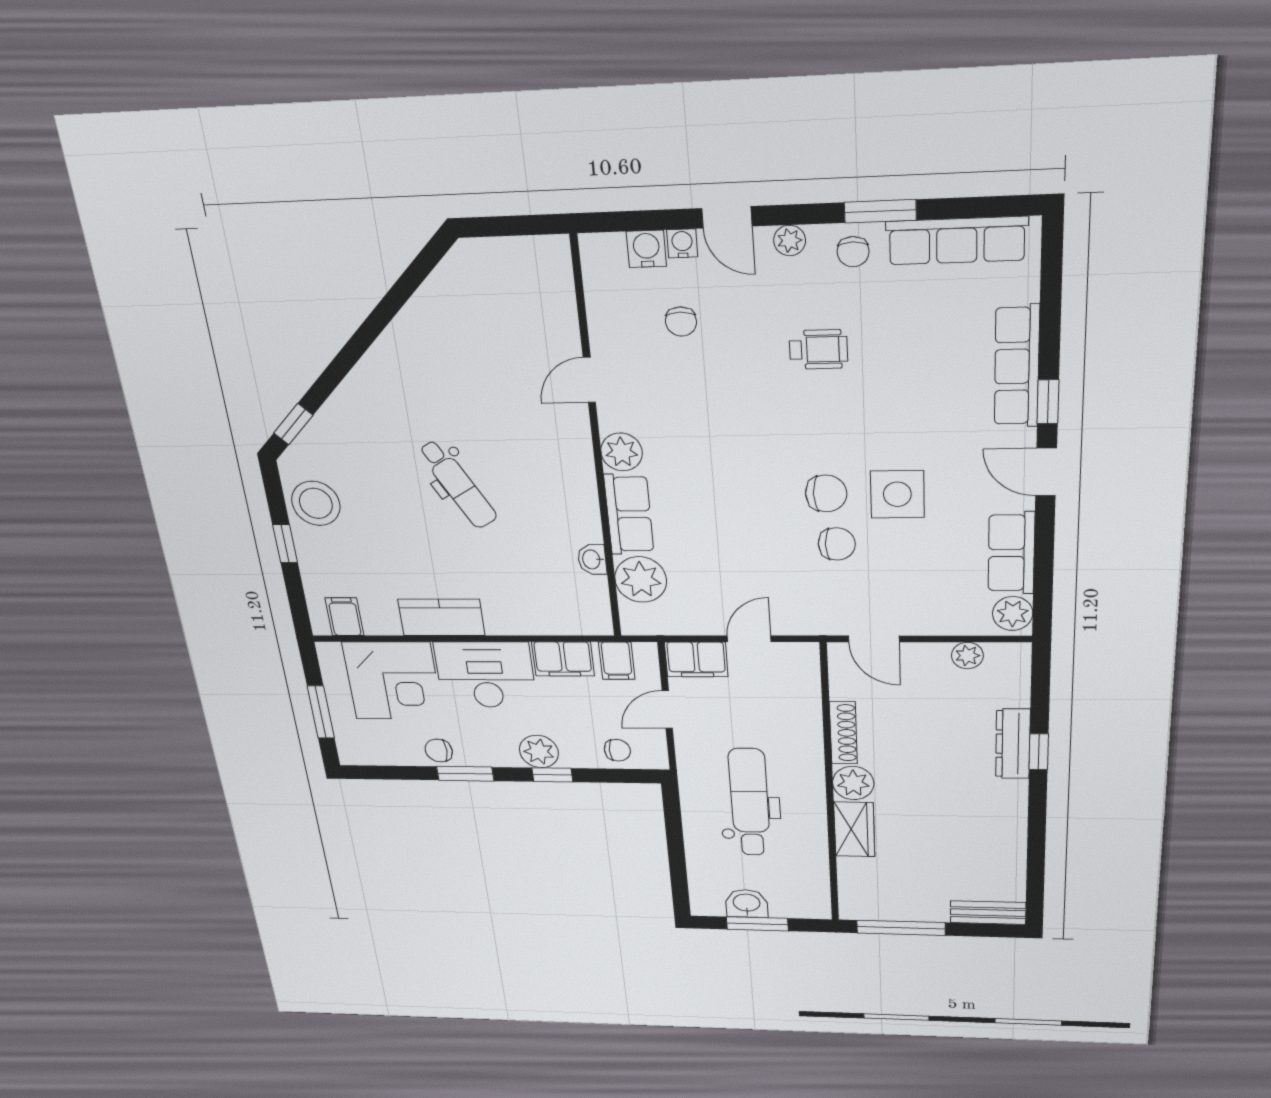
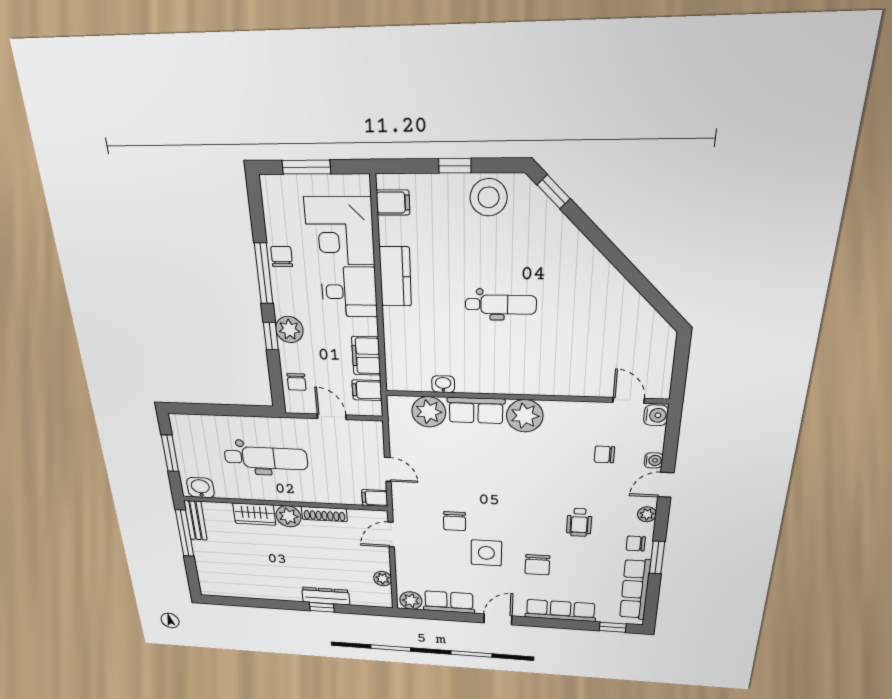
water cooler: (646, 249) -> (656, 415), moved
door: (589, 380) -> (629, 400), moved
window: (1048, 402) -> (613, 627), moved
plant: (622, 452) -> (525, 416), width x1.36, depth x1.36
dental chair: (458, 484) -> (501, 305), turned -150
chair: (826, 493) -> (537, 565), moved
filing cabinet: (696, 659) -> (375, 498), moved, width x0.50
desk: (485, 675) -> (349, 292), width x0.73
window: (465, 774) -> (264, 274), width x1.44
washbasin: (747, 903) -> (200, 488), moved, turned -90
bench: (988, 913) -> (196, 520), moved

